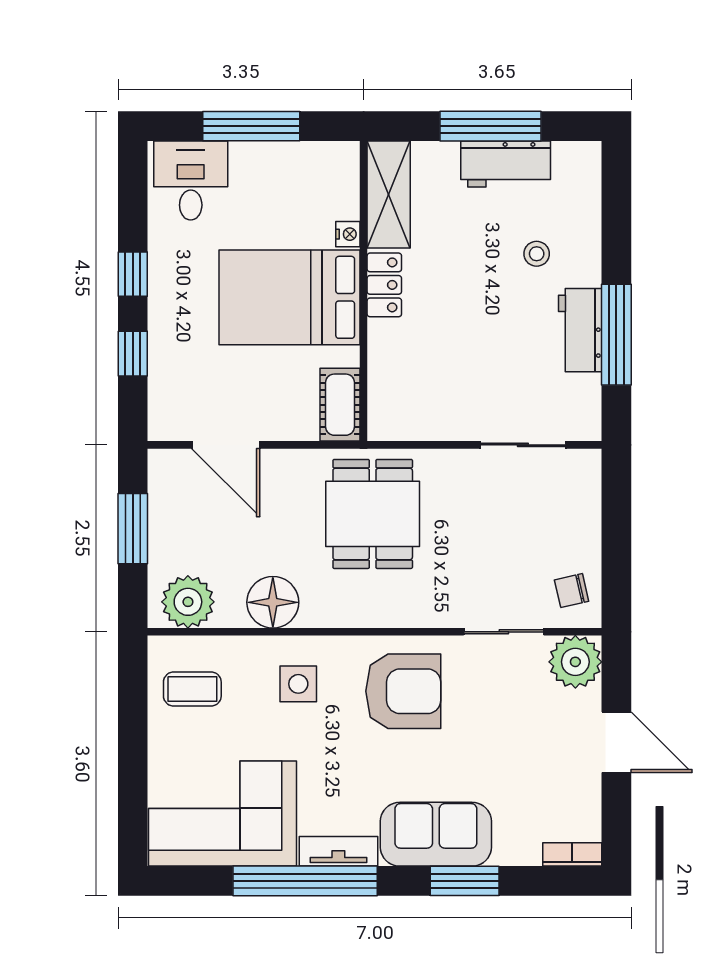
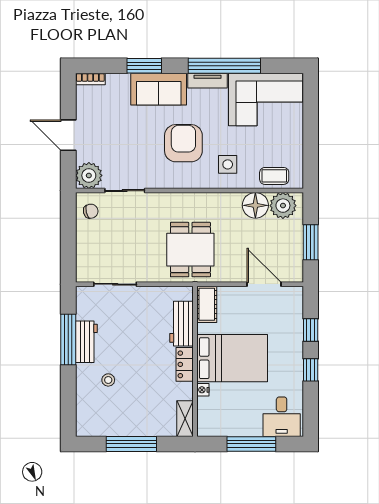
workbench: (506, 164) -> (182, 324), moved, turned -90
shelving: (389, 194) -> (185, 419), width x0.67, depth x0.75
floor lamp: (273, 602) -> (255, 205), moved
coffee table: (192, 689) -> (274, 176), moved
armchair: (403, 691) -> (183, 143), moved, turned 90

